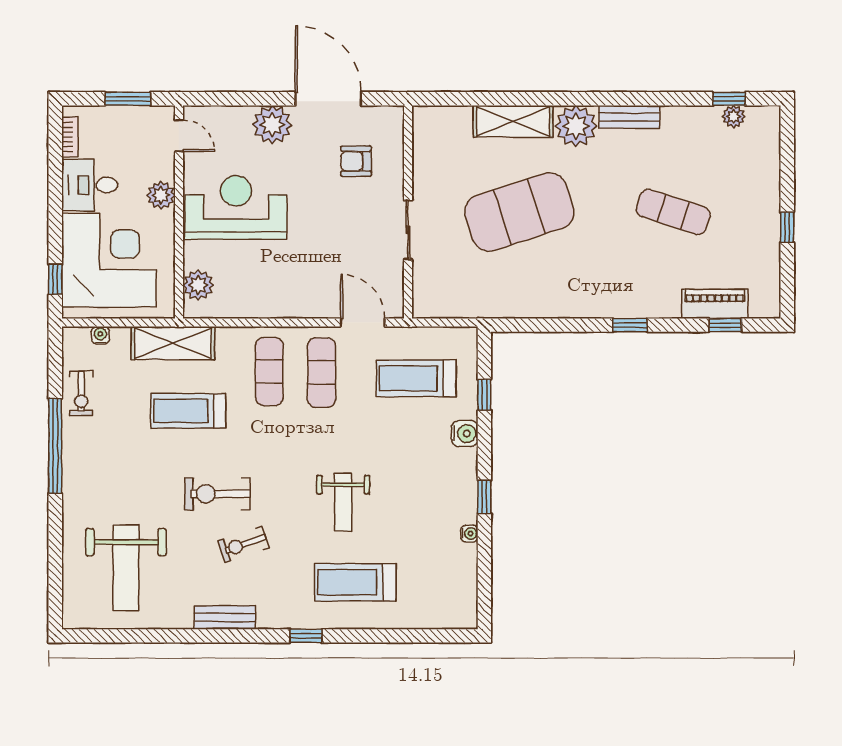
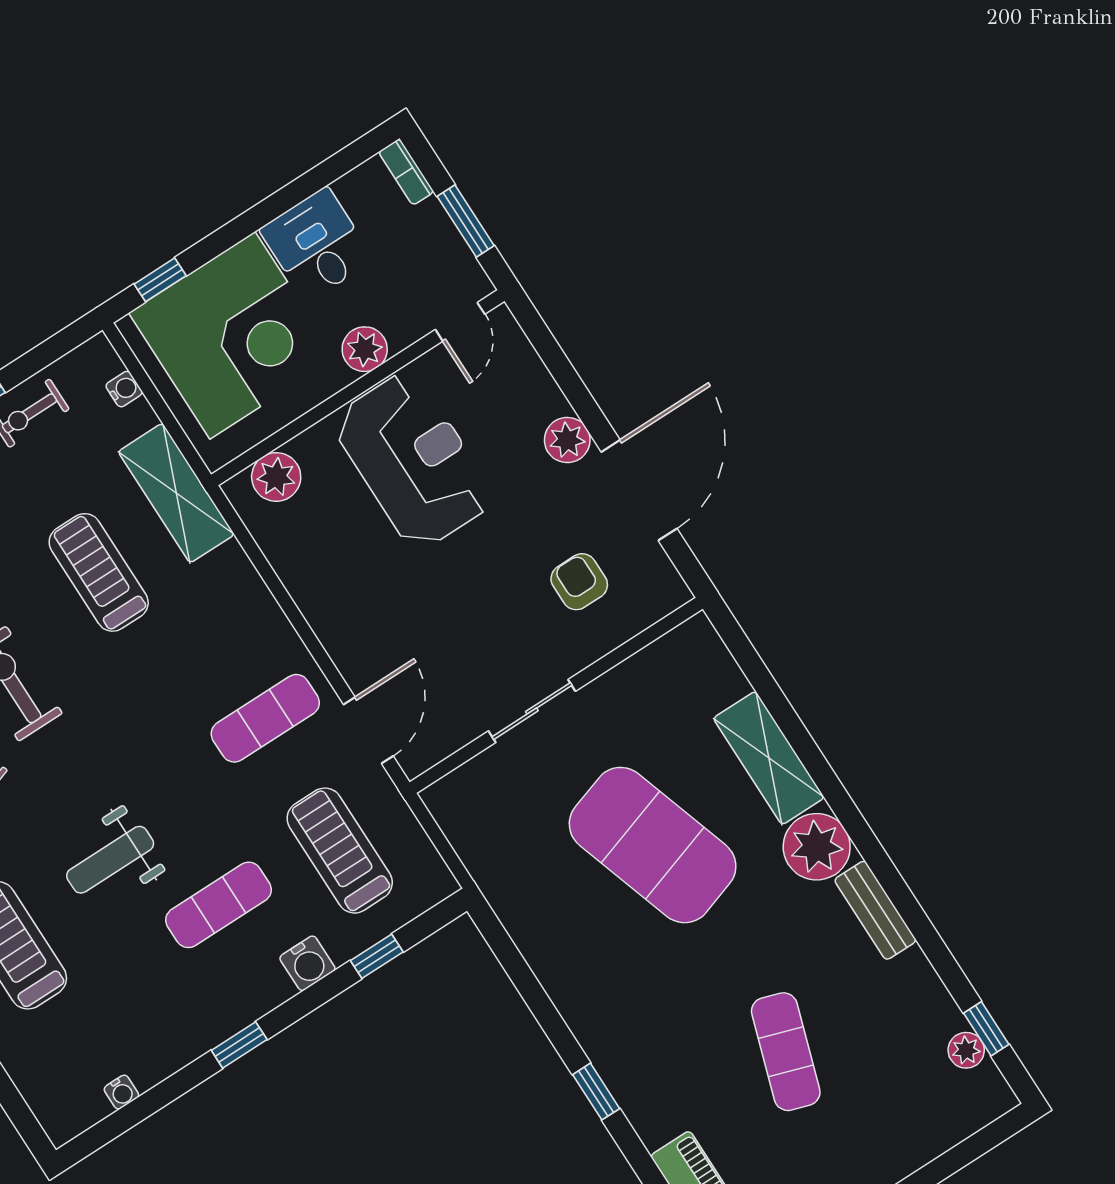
plant: (272, 125) -> (567, 440), width x0.73, depth x0.73
bookcase: (70, 137) -> (406, 172), moved, turned 90
exercise mat: (269, 372) -> (219, 905), moved
water cooler: (469, 534) -> (121, 1092), moved

